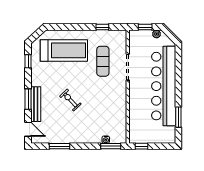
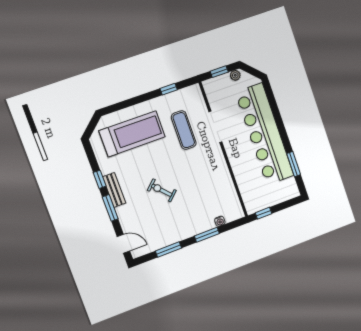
window: (28, 61) -> (100, 179), moved
bench: (36, 104) -> (114, 190), moved, width x0.73
window: (111, 146) -> (207, 235), moved

